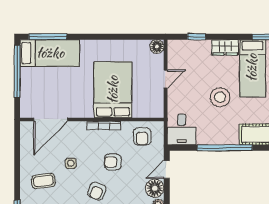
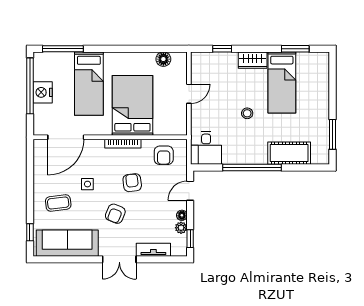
floor lamp: (157, 47) -> (163, 59), moved
bed: (50, 53) -> (89, 84), moved, turned 90
nightstand: (29, 78) -> (43, 92), added
stool: (220, 97) -> (247, 113), width x0.53, depth x0.53
armchair: (113, 162) -> (132, 183), turned 83
floor lamp: (155, 188) -> (182, 215), width x0.53, depth x0.53

